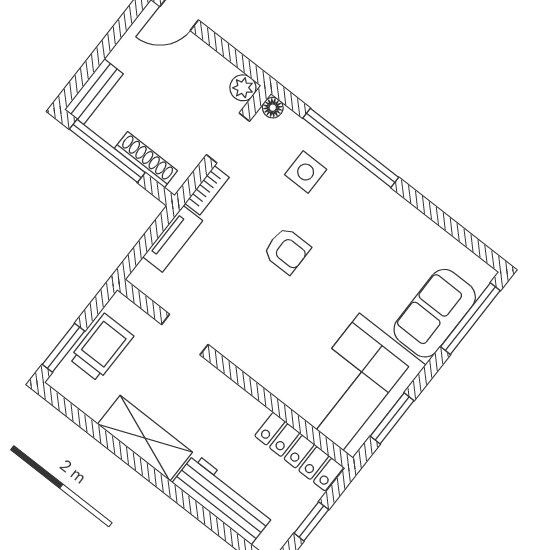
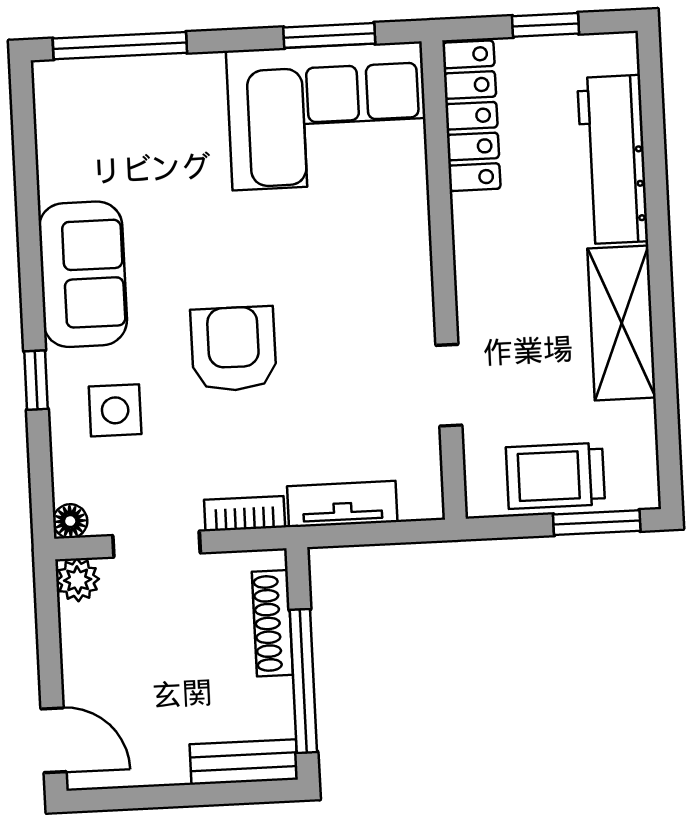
window: (351, 148) -> (36, 380), width x0.32
armchair: (287, 250) -> (233, 349), width x1.38, depth x1.38
sofa: (435, 313) -> (83, 274), moved, turned -90

